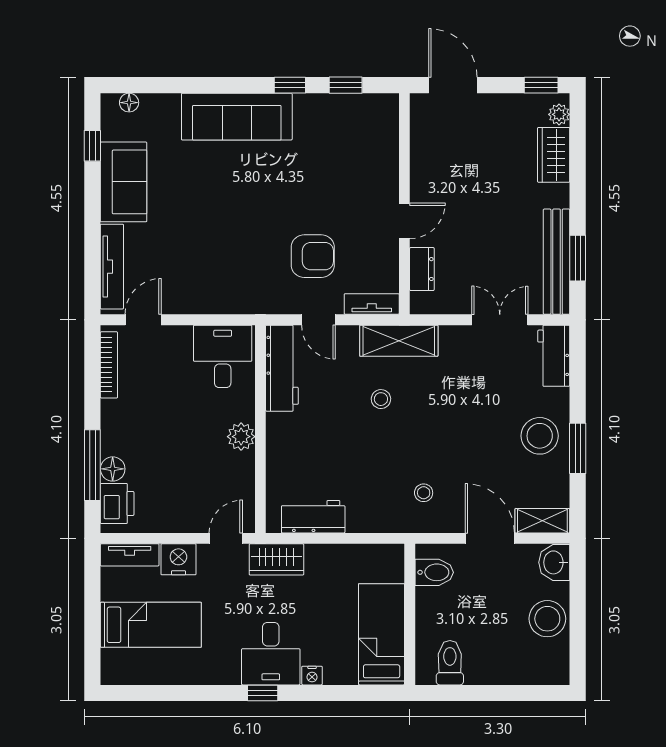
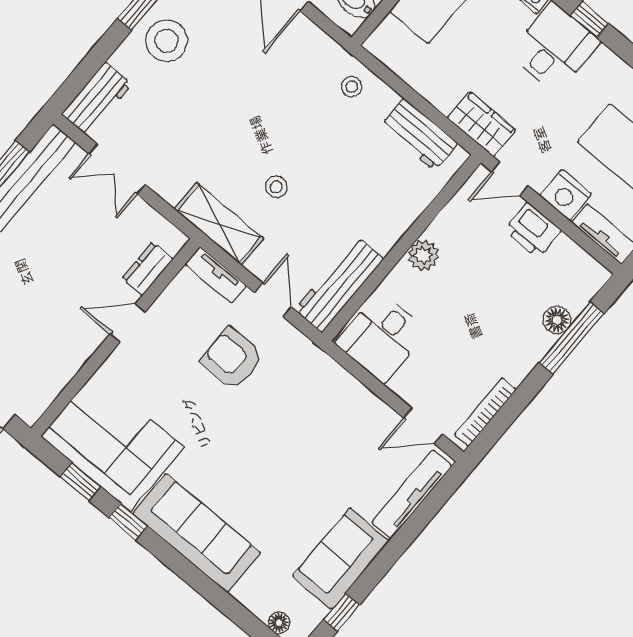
corner sofa: (347, 131) -> (112, 442), added
stool: (424, 493) -> (352, 87), moved
printer: (117, 503) -> (533, 230), moved, turned -90

